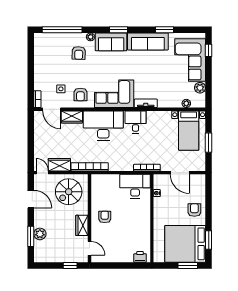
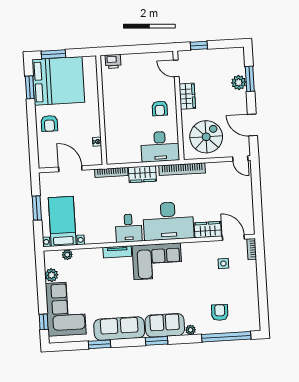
armchair: (79, 53) -> (220, 312), moved
armchair: (80, 94) -> (199, 258), removed
wardrobe: (59, 165) -> (142, 174), moved
desk: (135, 186) -> (160, 147), moved

